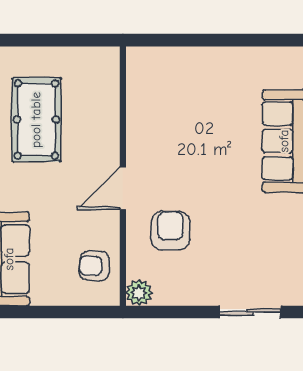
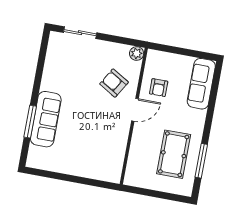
armchair: (170, 231) -> (114, 83), turned 121
armchair: (94, 266) -> (159, 88), moved, turned 87

